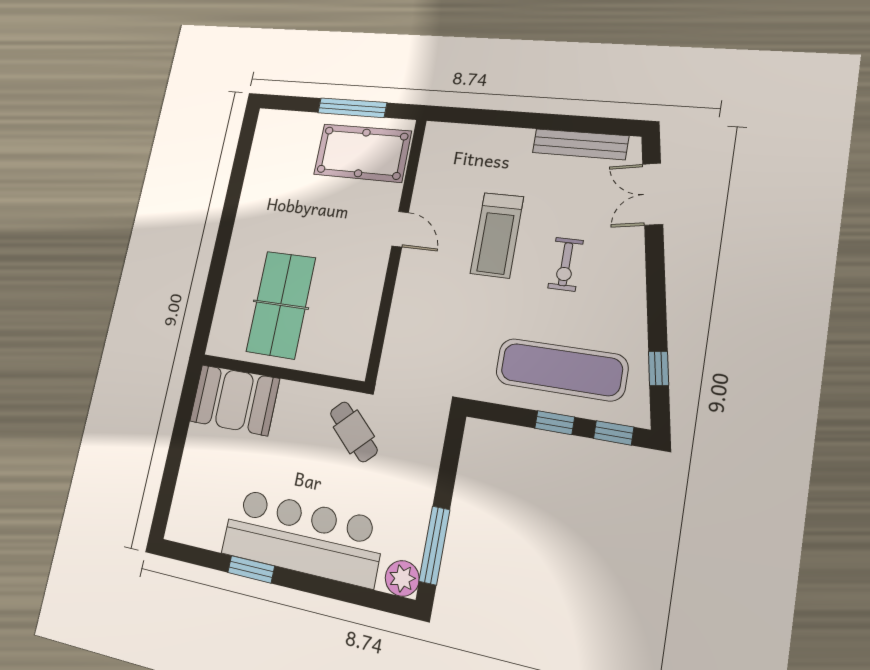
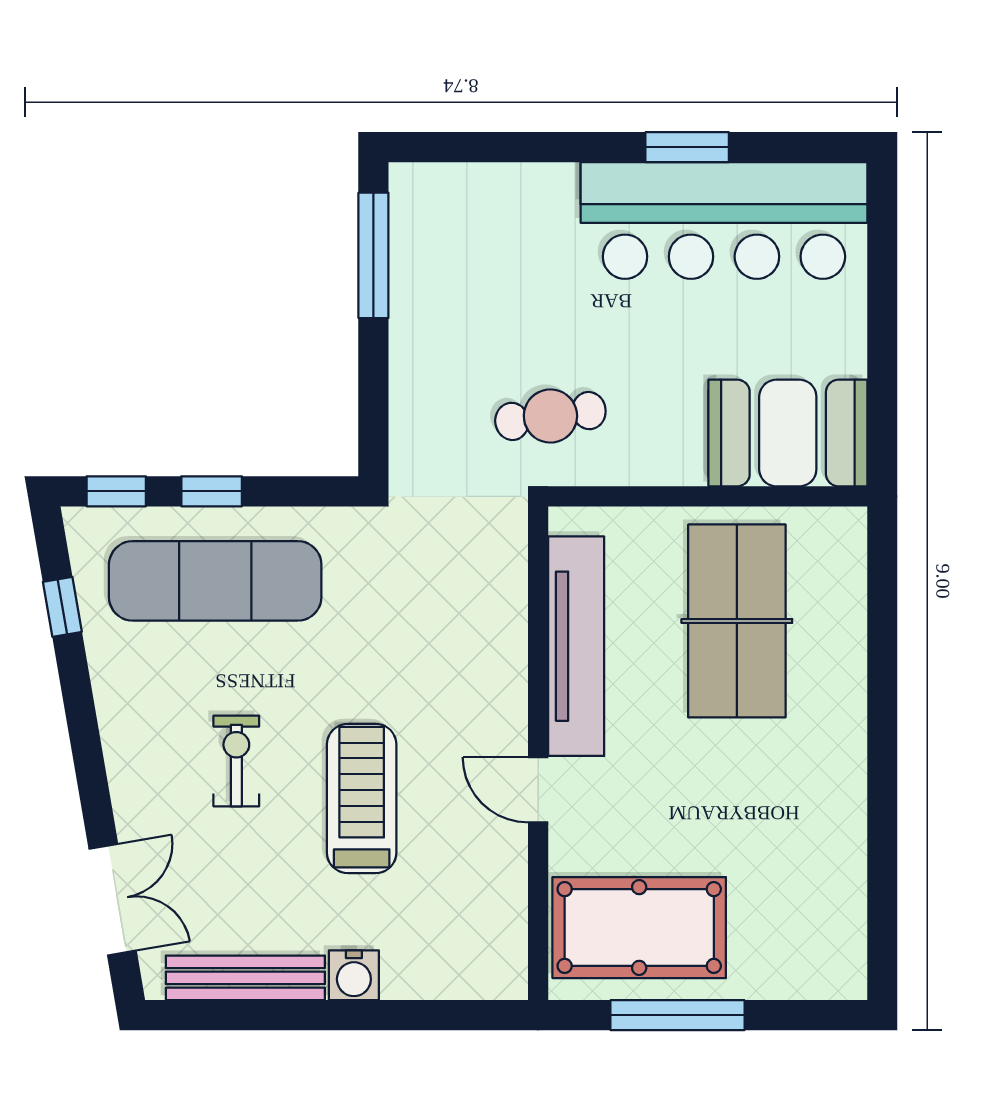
water cooler: (518, 141) -> (354, 975), added
tv unit: (365, 303) -> (576, 646), added
cafe table: (354, 432) -> (550, 416), turned -53
bar counter: (302, 537) -> (724, 220), moved
plant: (402, 578) -> (417, 191), removed

